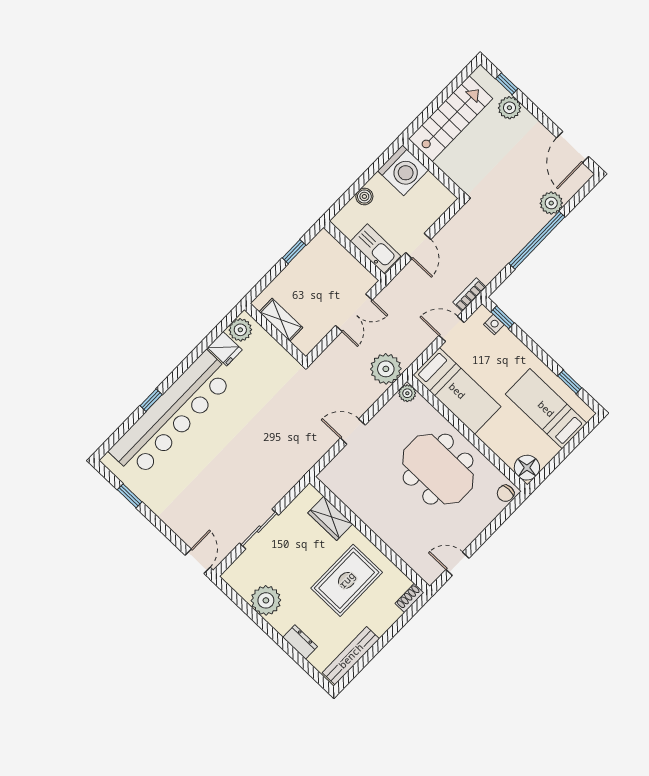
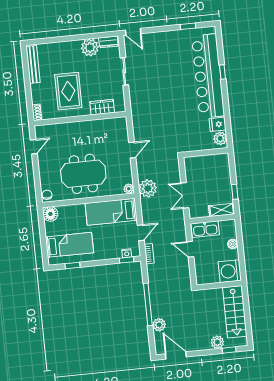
shelving: (281, 320) -> (222, 210), moved
dresser: (300, 642) -> (108, 42), moved

